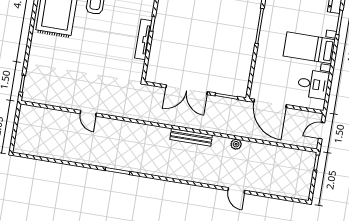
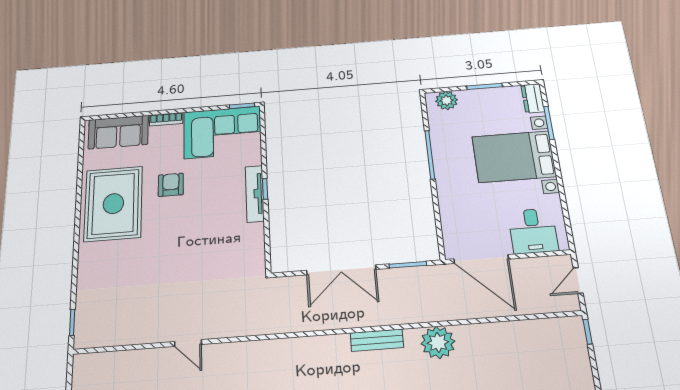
tv unit: (143, 39) -> (255, 194), moved
bed with nightstands: (309, 48) -> (514, 157), width x1.36
desk: (313, 84) -> (533, 231), moved, turned 90
bench: (191, 137) -> (377, 340), width x0.73
plant: (236, 144) -> (438, 342), width x1.88, depth x1.88

